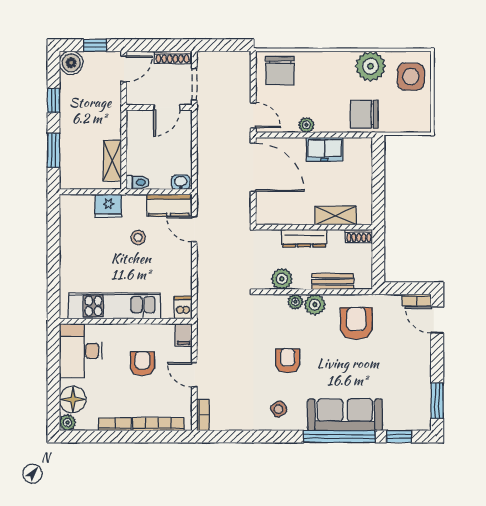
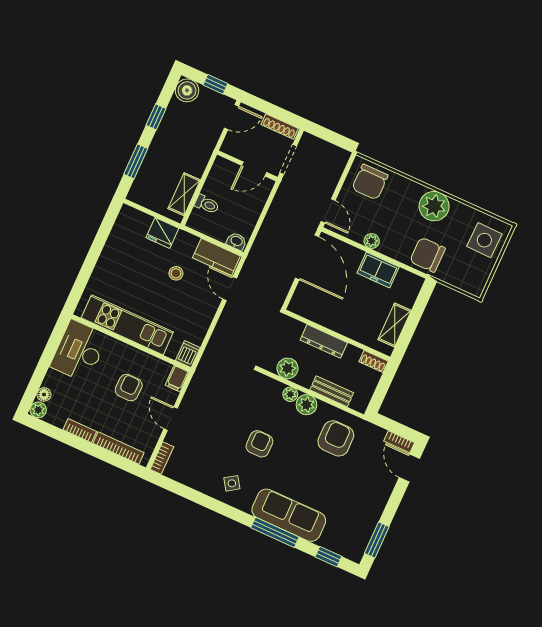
plant: (370, 66) -> (434, 206), moved
toilet: (138, 182) -> (207, 204), moved
shelving: (336, 215) -> (395, 325), moved, turned 90
floor lamp: (73, 400) -> (44, 394), width x0.53, depth x0.53
window: (339, 437) -> (275, 532), width x0.68

